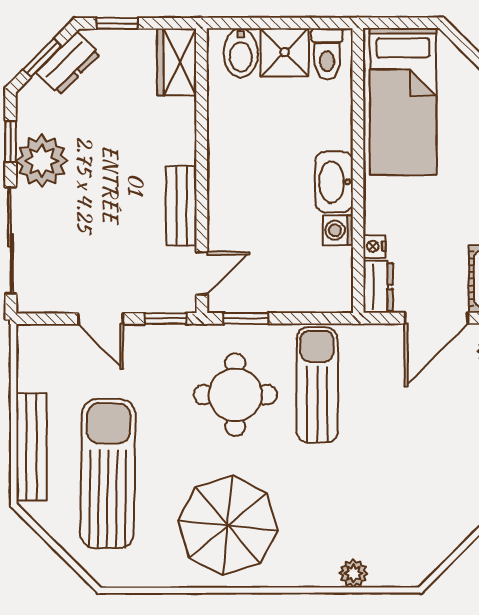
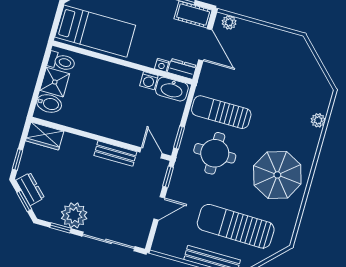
washbasin: (334, 182) -> (172, 89), moved

